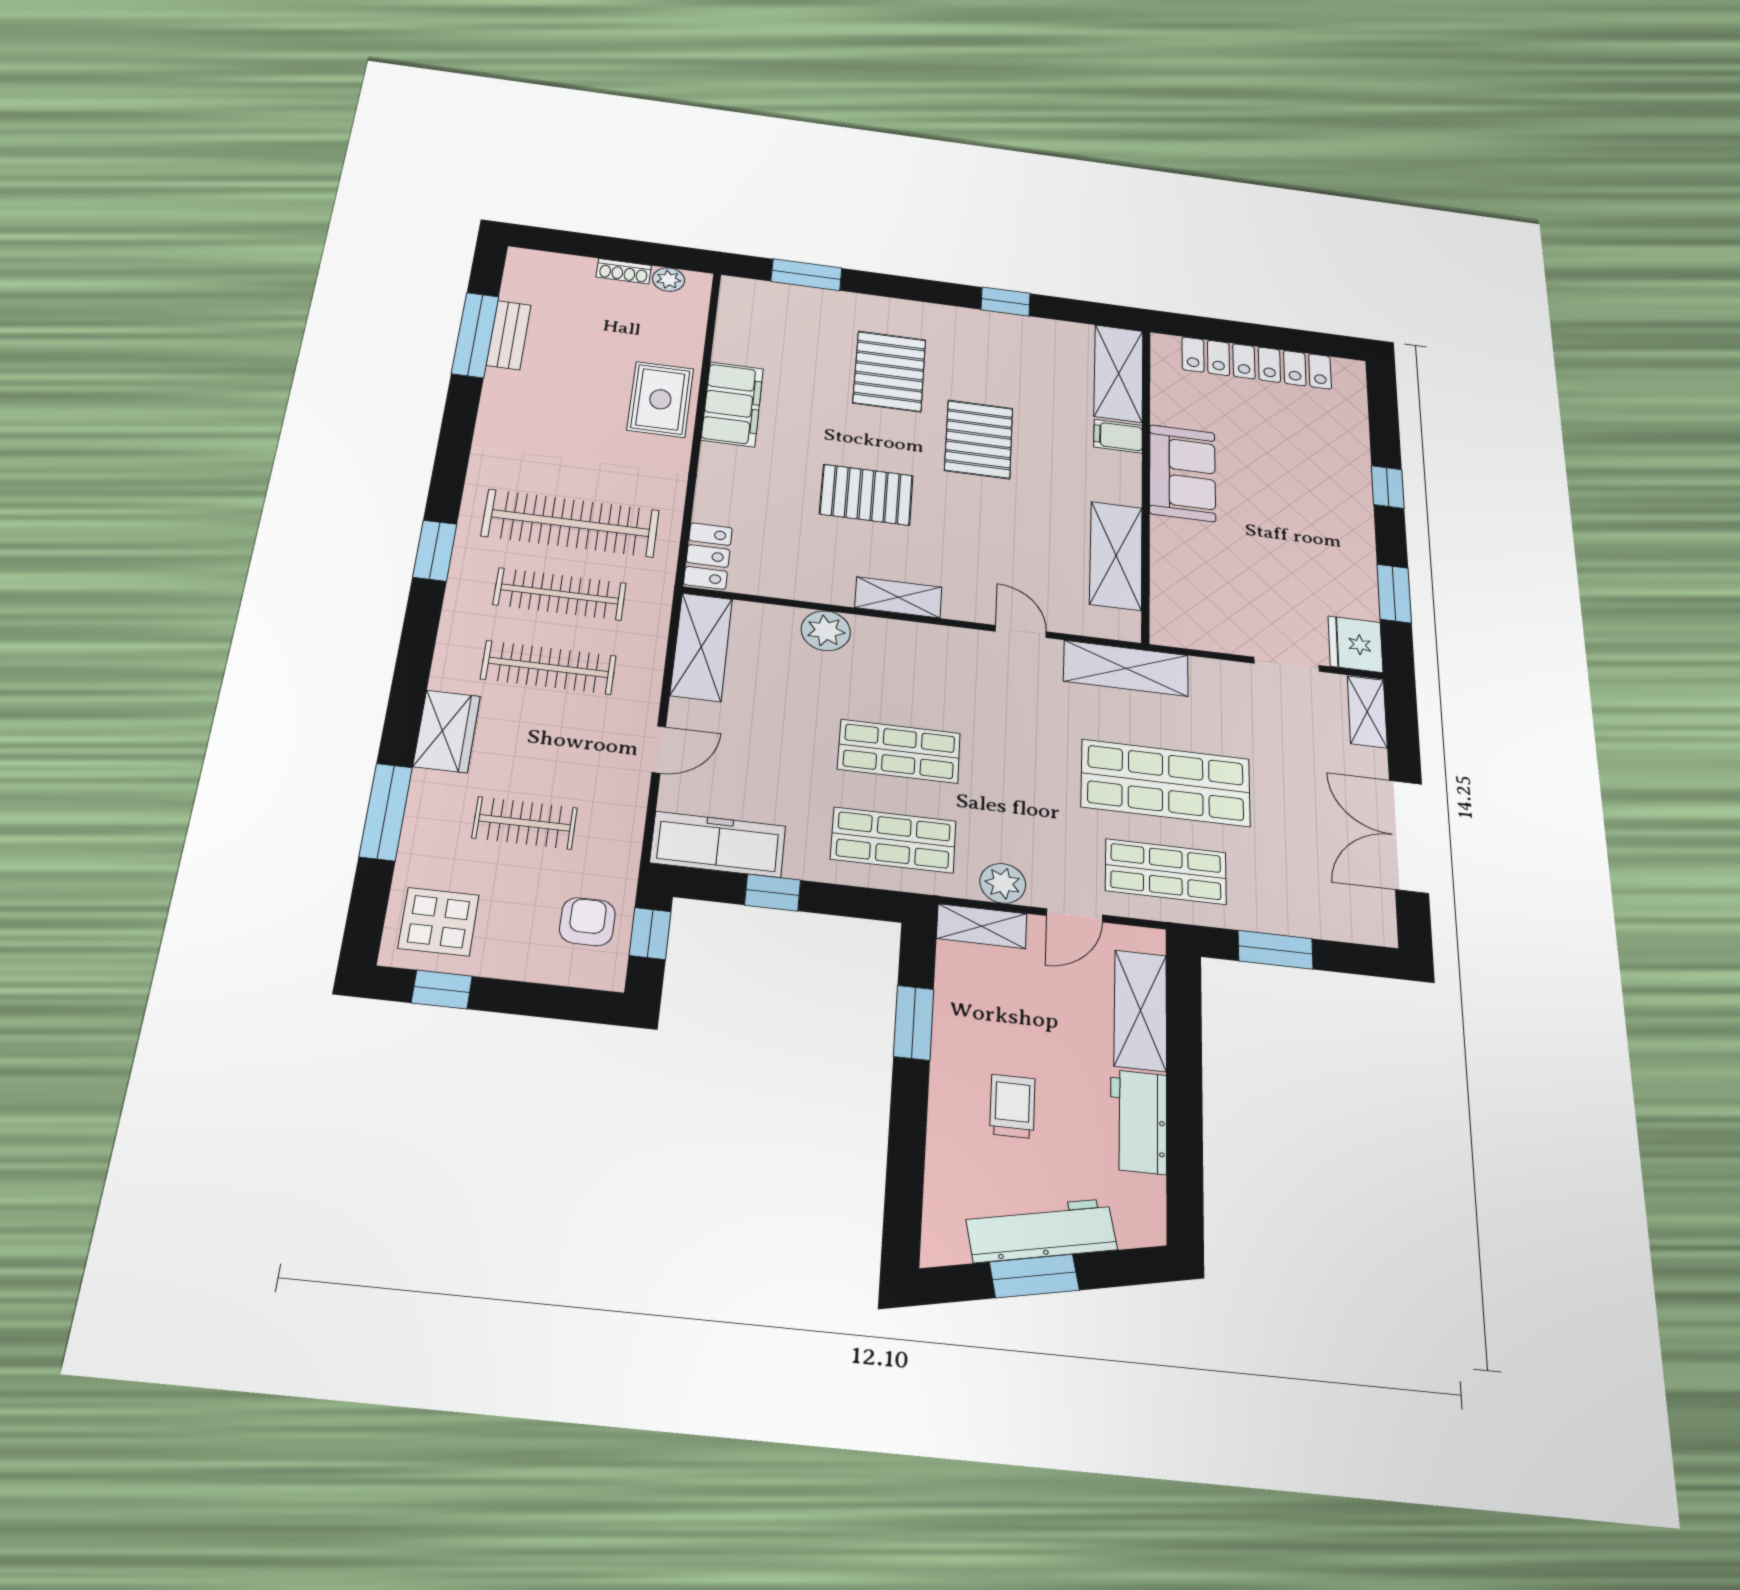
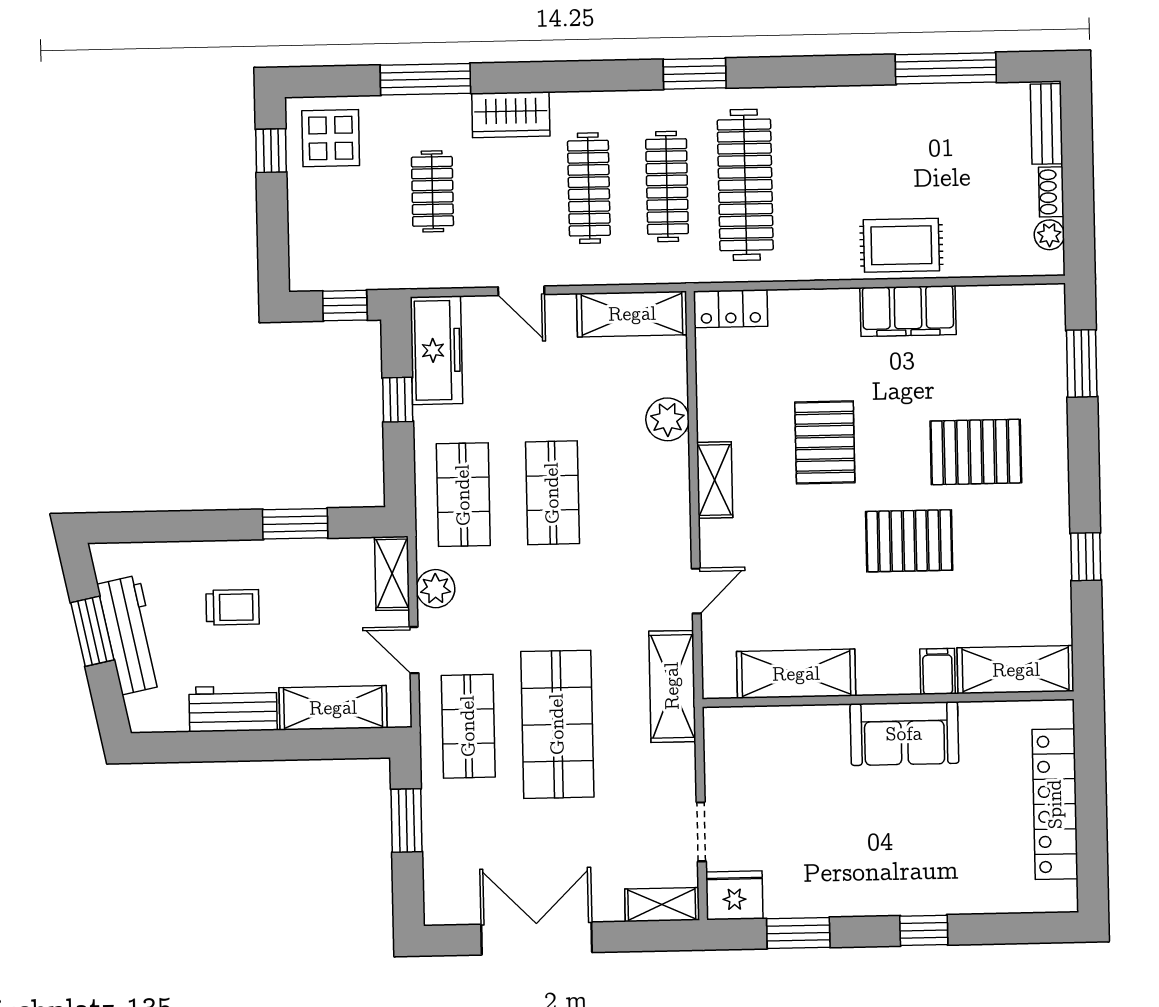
bench: (509, 335) -> (1047, 124), moved, turned 90
armchair: (587, 922) -> (348, 254), removed

